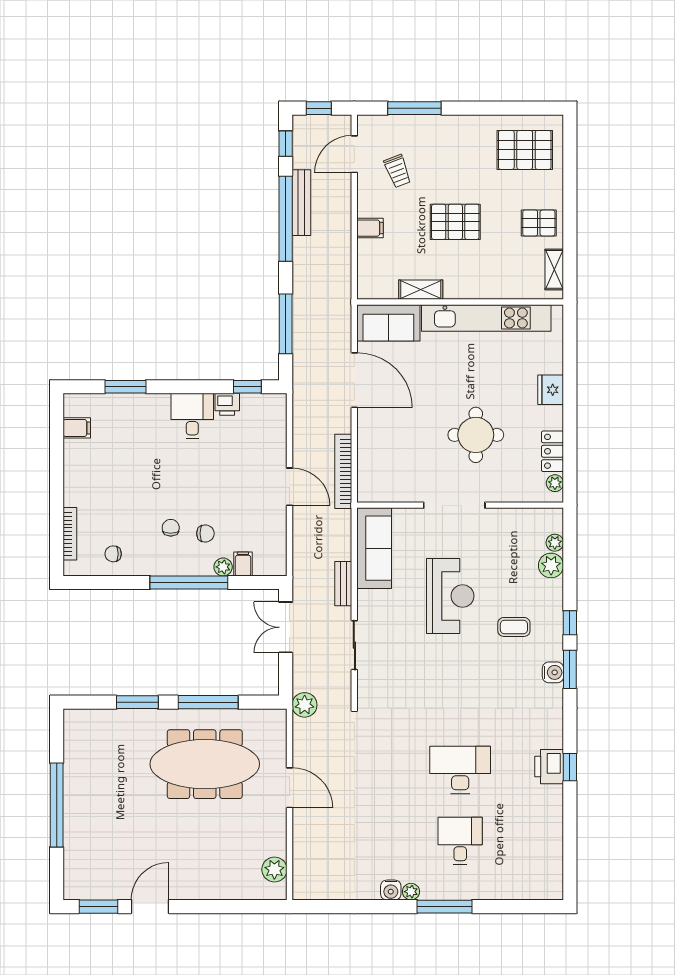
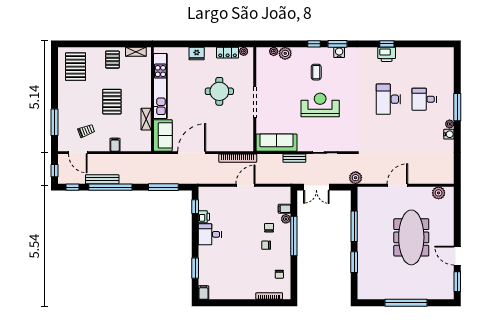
filing cabinet: (77, 428) -> (203, 293), moved
reception desk: (450, 596) -> (320, 105), moved
meeting table: (205, 764) -> (411, 237), moved

